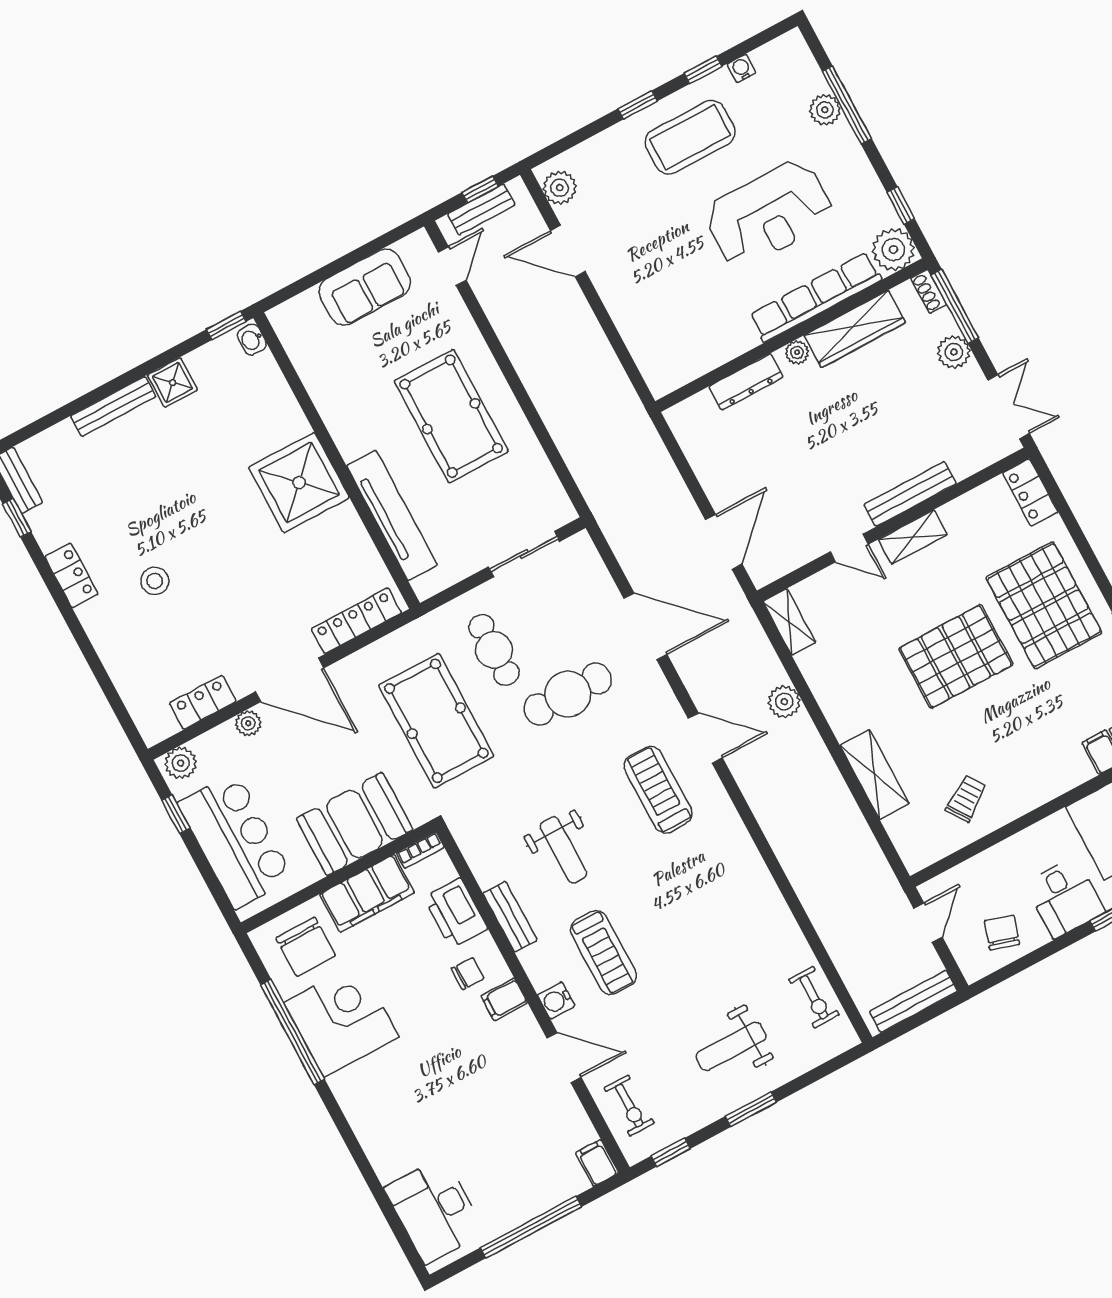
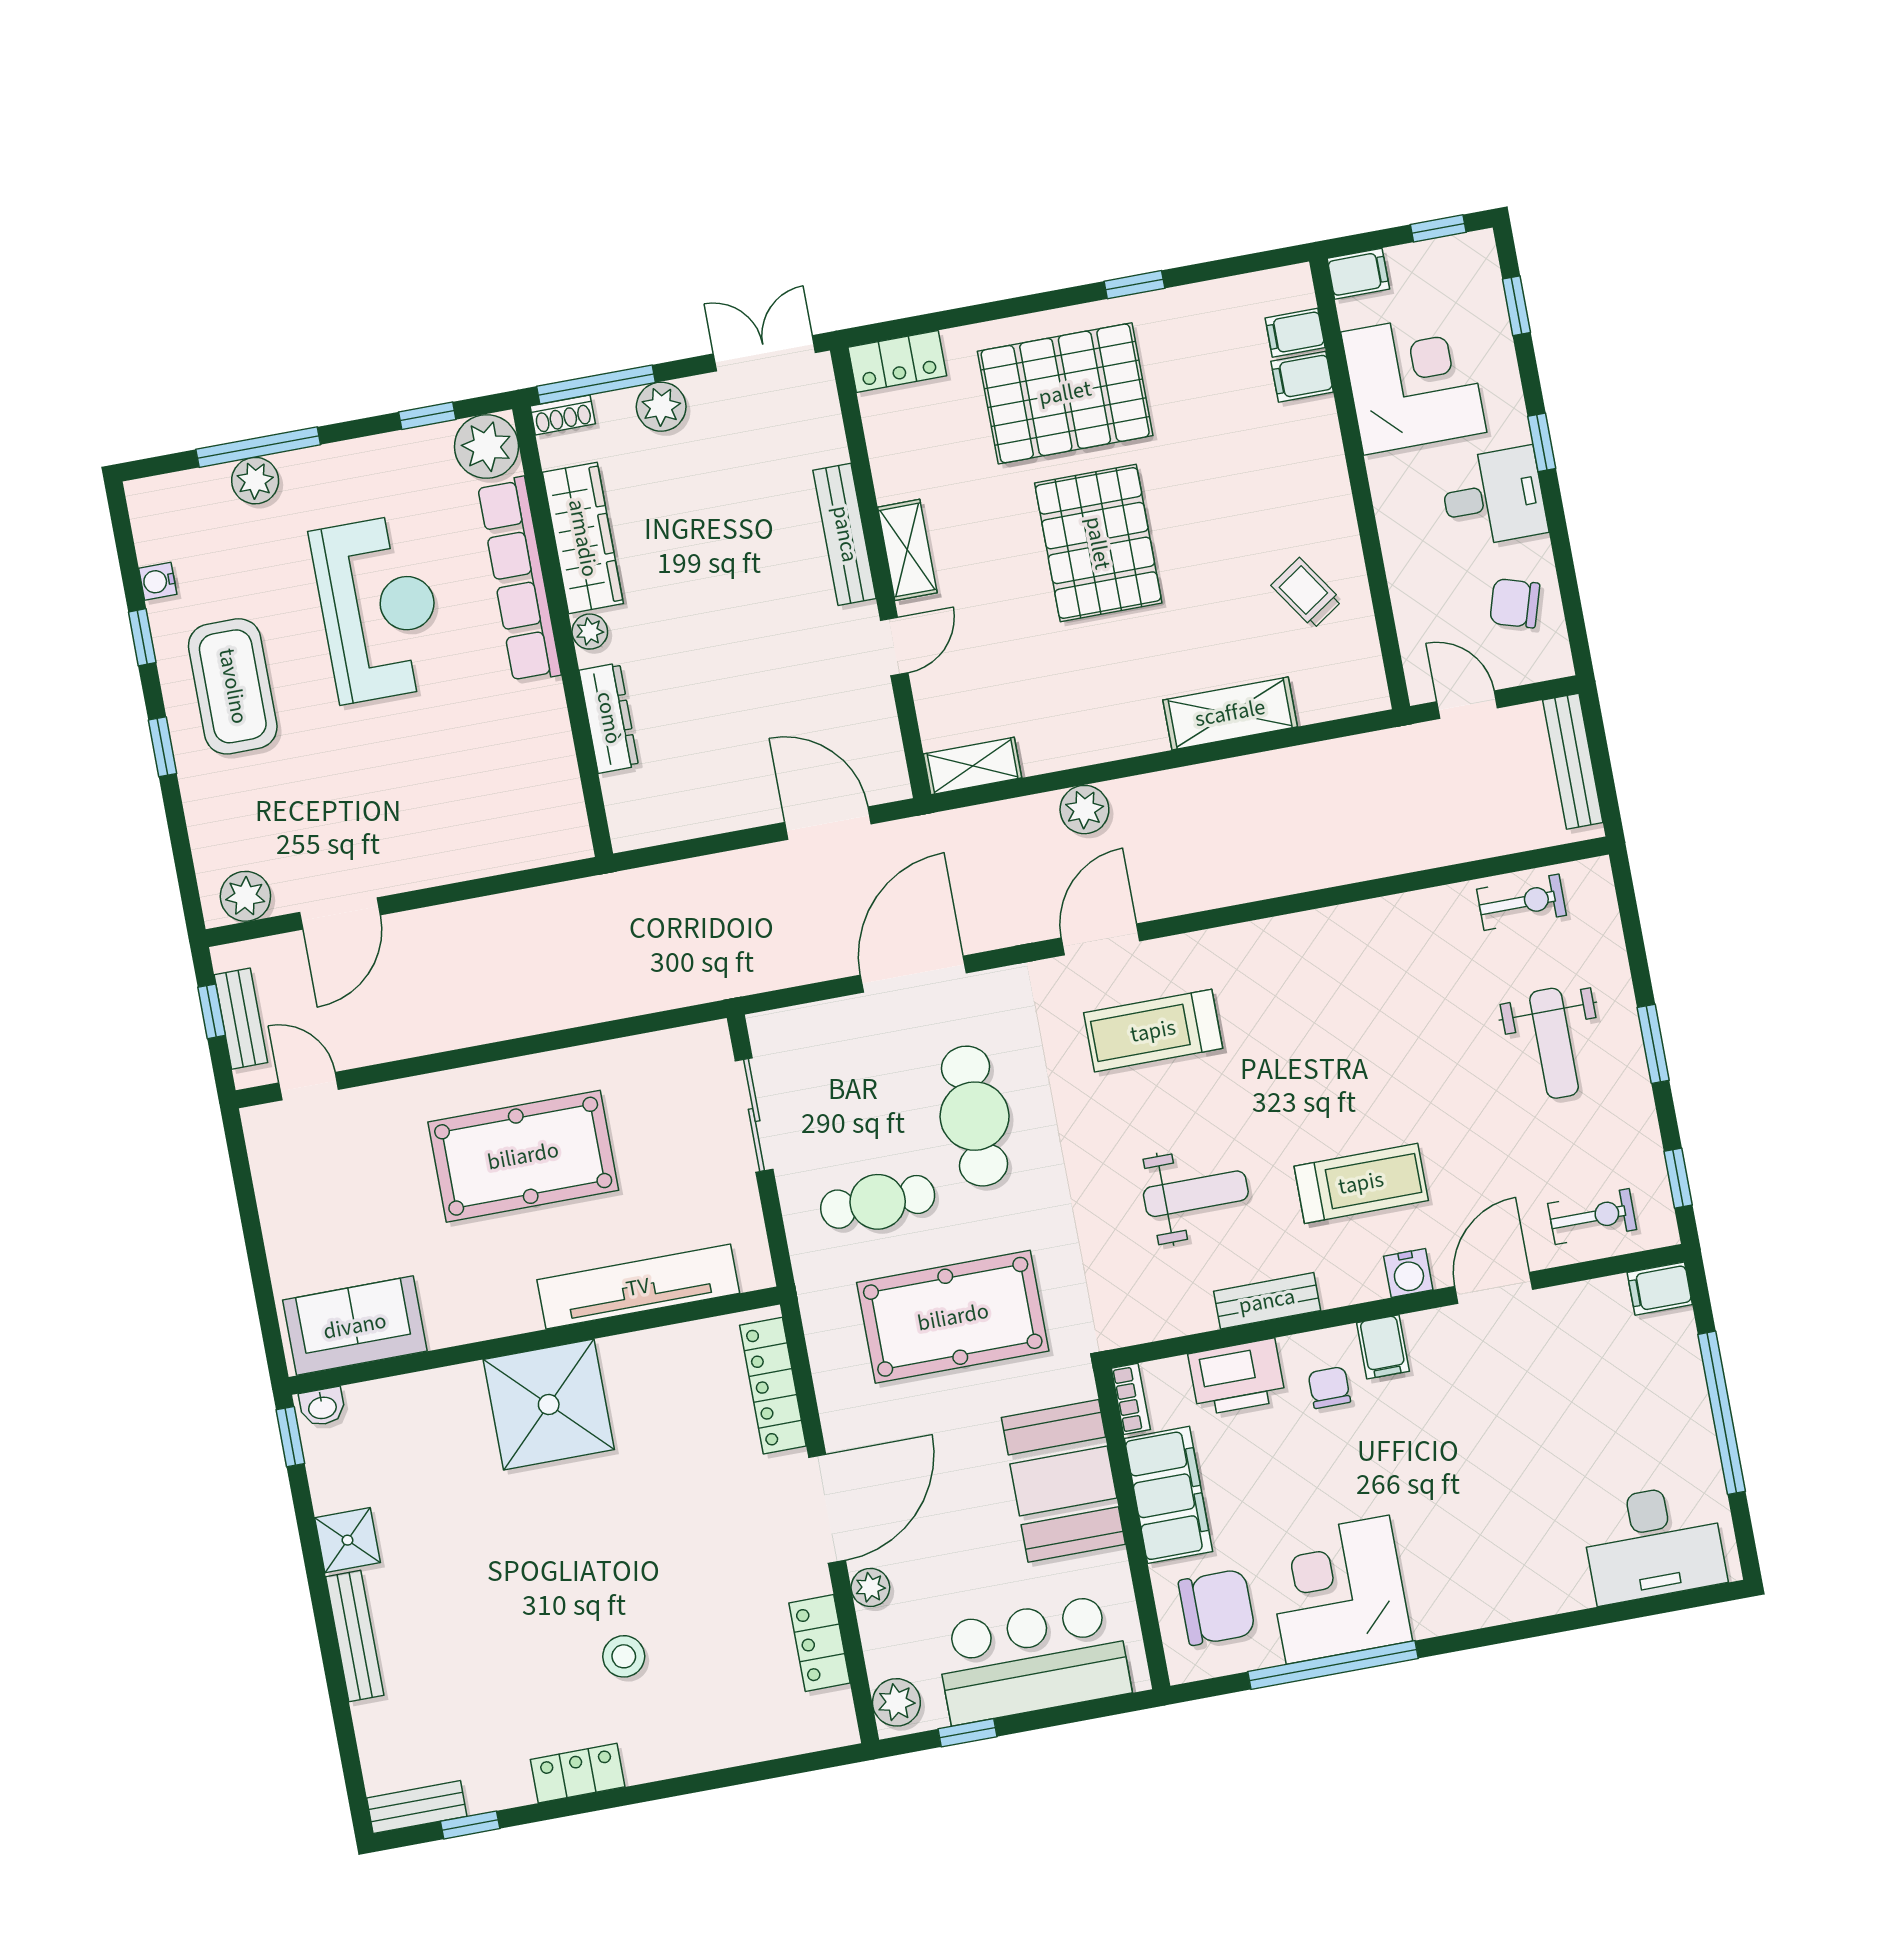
sofa: (365, 287) -> (355, 1326), moved, turned -90

